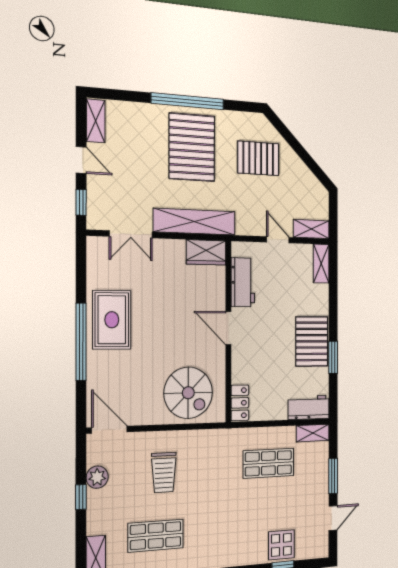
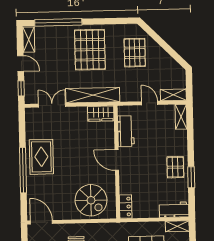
window: (188, 101) -> (58, 22), moved
pallet: (258, 158) -> (135, 53), turned 90
double door: (131, 234) -> (52, 105), swing flipped
pallet: (312, 341) -> (175, 167), width x0.67, depth x0.71

